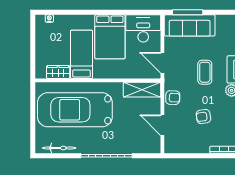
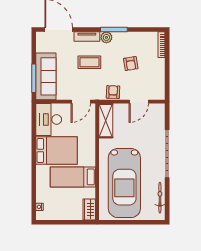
wardrobe: (58, 72) -> (89, 209), moved

